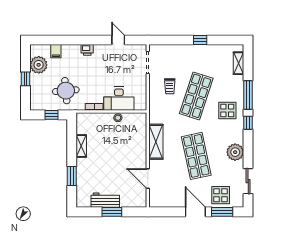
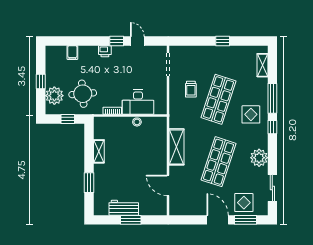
window: (98, 40) -> (117, 41), added
plant: (39, 65) -> (54, 96), moved
shop shelf: (196, 156) -> (219, 162), turned 30

